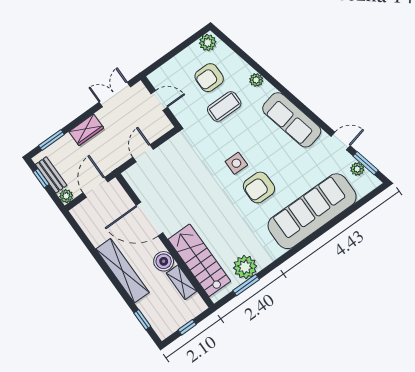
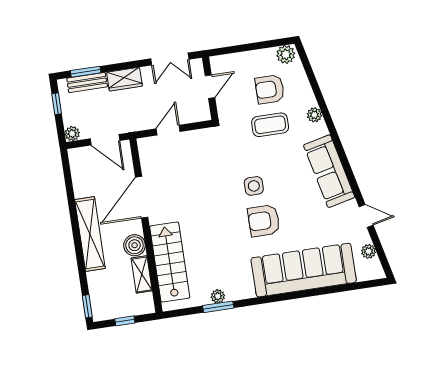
double door: (115, 94) -> (170, 59), swing flipped
door: (159, 100) -> (210, 87), hinge flipped
window: (366, 163) -> (379, 250), removed
bench: (51, 175) -> (87, 83), moved, turned 90
door: (96, 187) -> (105, 140), swing flipped
door: (149, 219) -> (142, 197), hinge flipped
plant: (245, 267) -> (218, 296), width x0.53, depth x0.53
window: (246, 285) -> (218, 307), moved
window: (142, 320) -> (87, 306), moved

